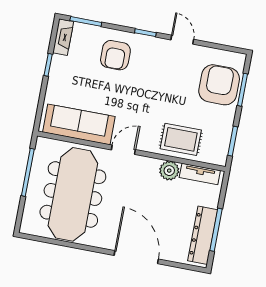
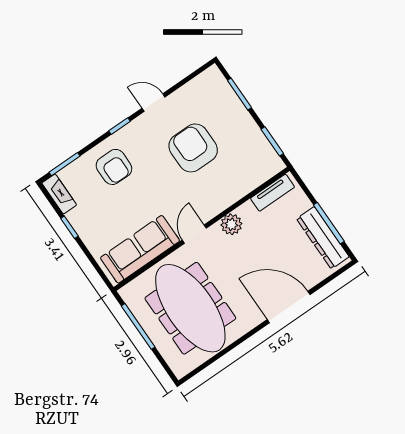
armchair: (219, 85) -> (193, 148), moved
rug: (181, 139) -> (231, 181), removed
plant: (169, 171) -> (231, 224), moved

